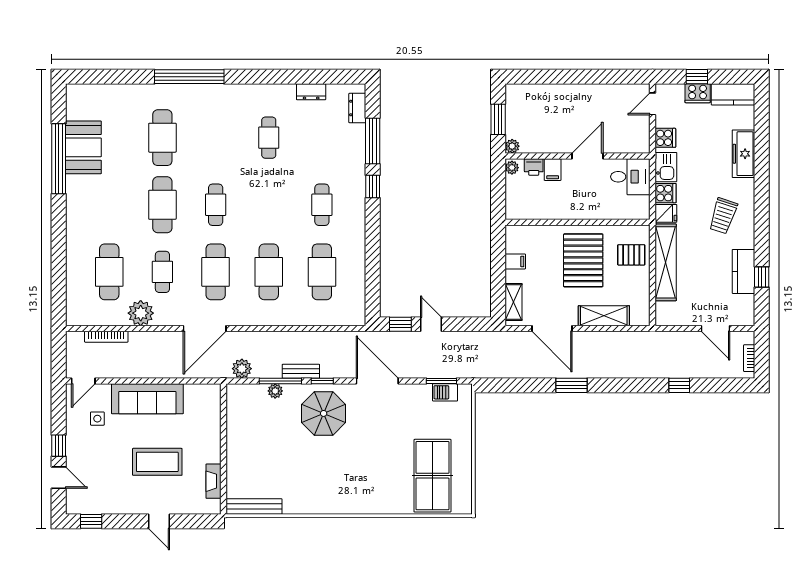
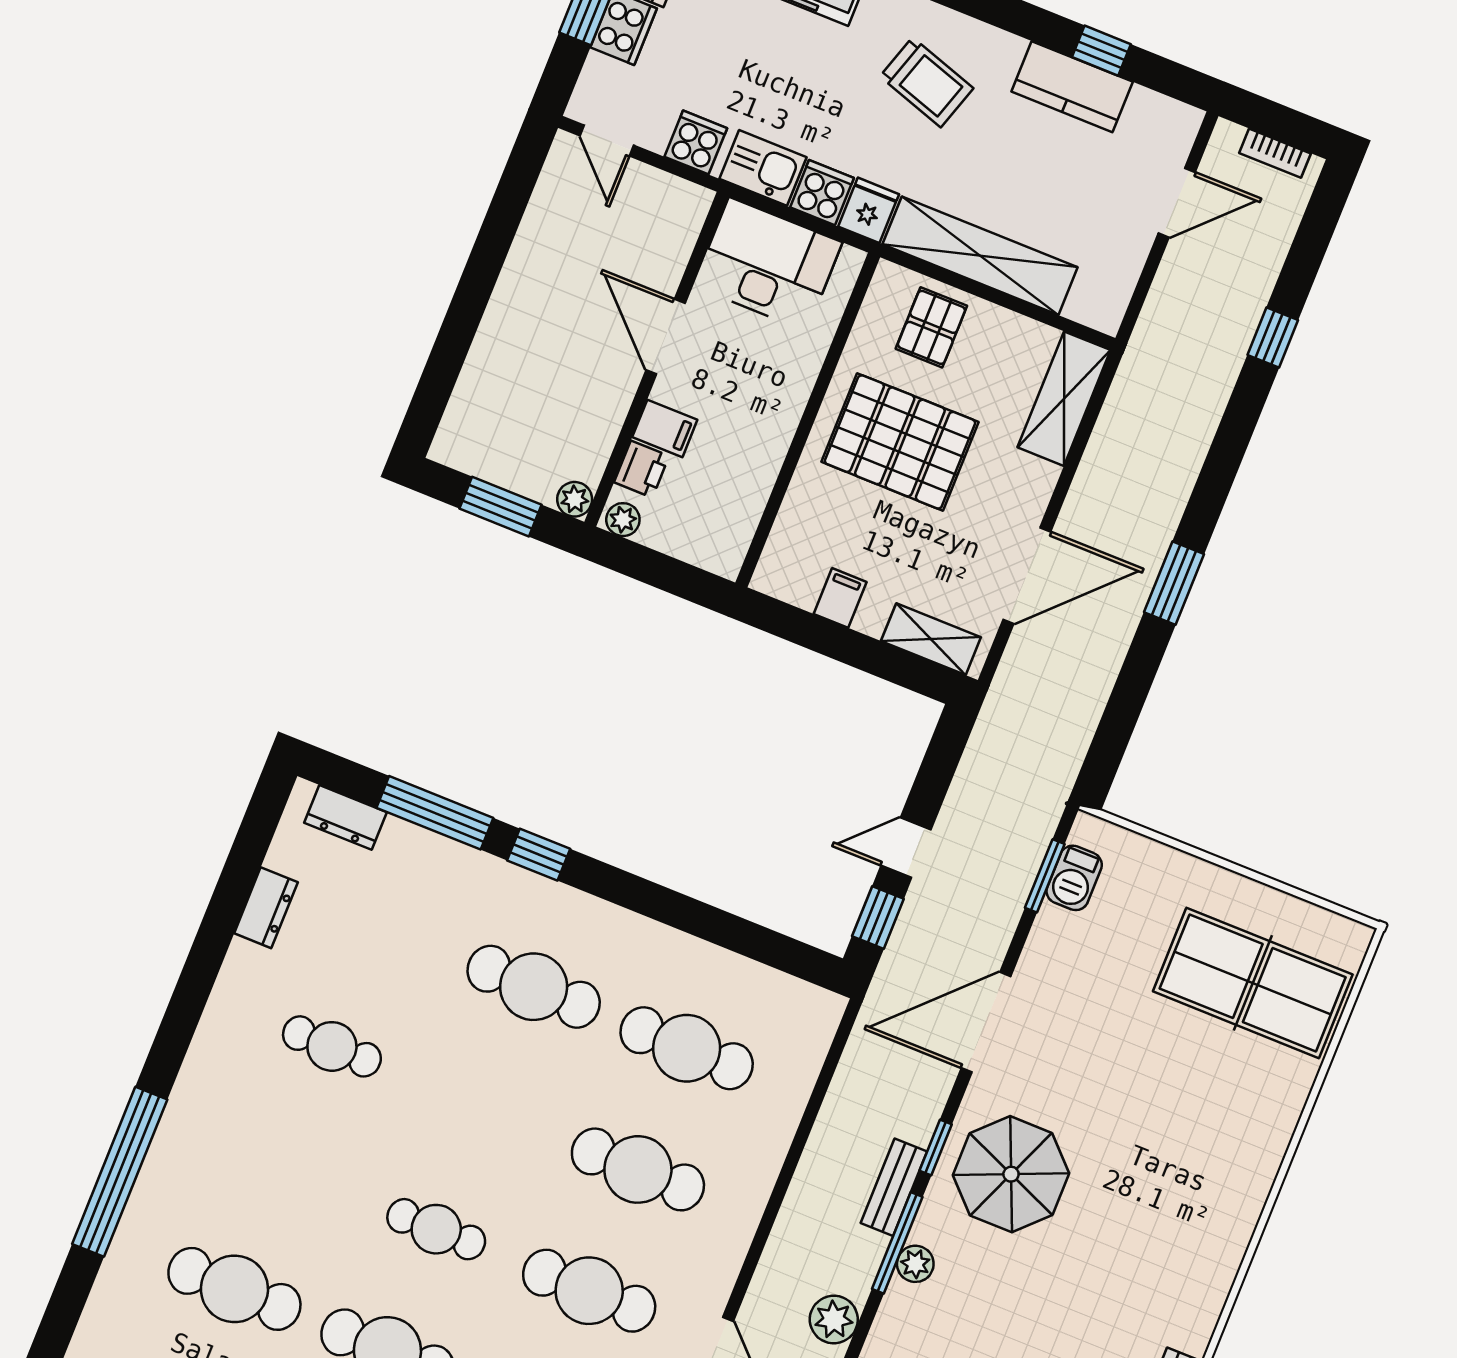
desk: (630, 177) -> (768, 264), width x1.37
cafe table: (322, 205) -> (534, 987), width x1.37, depth x1.35
shelving: (604, 316) -> (1064, 399), moved

